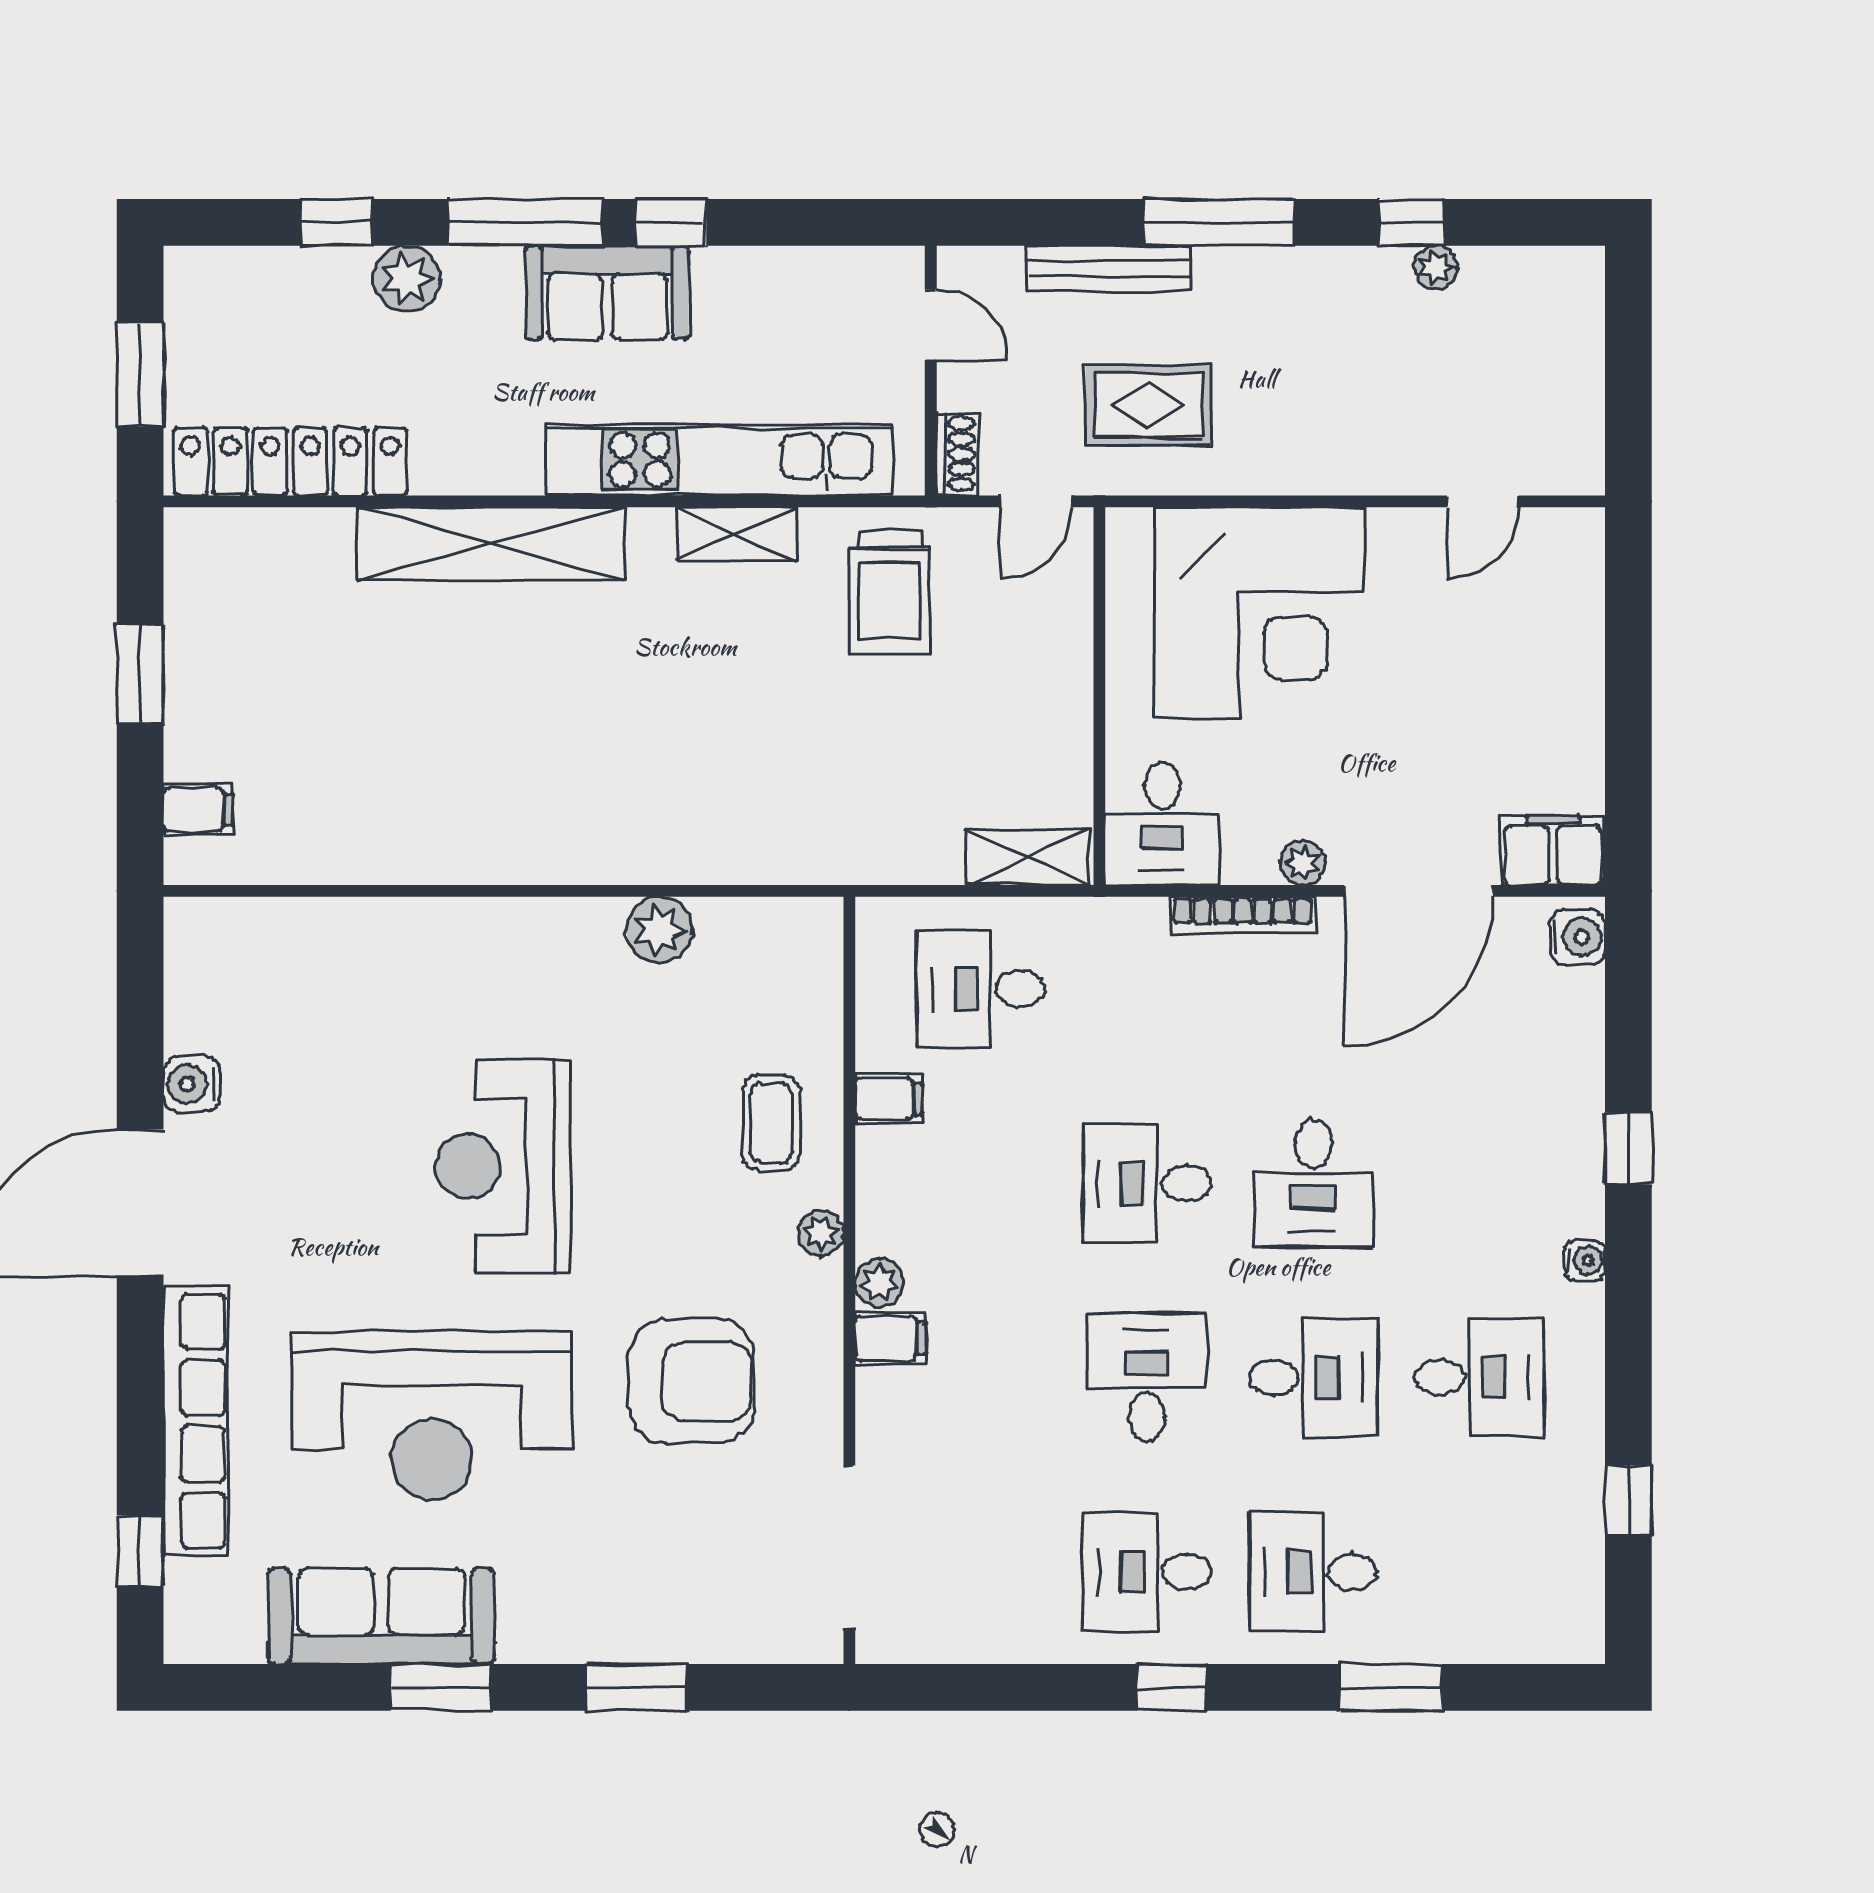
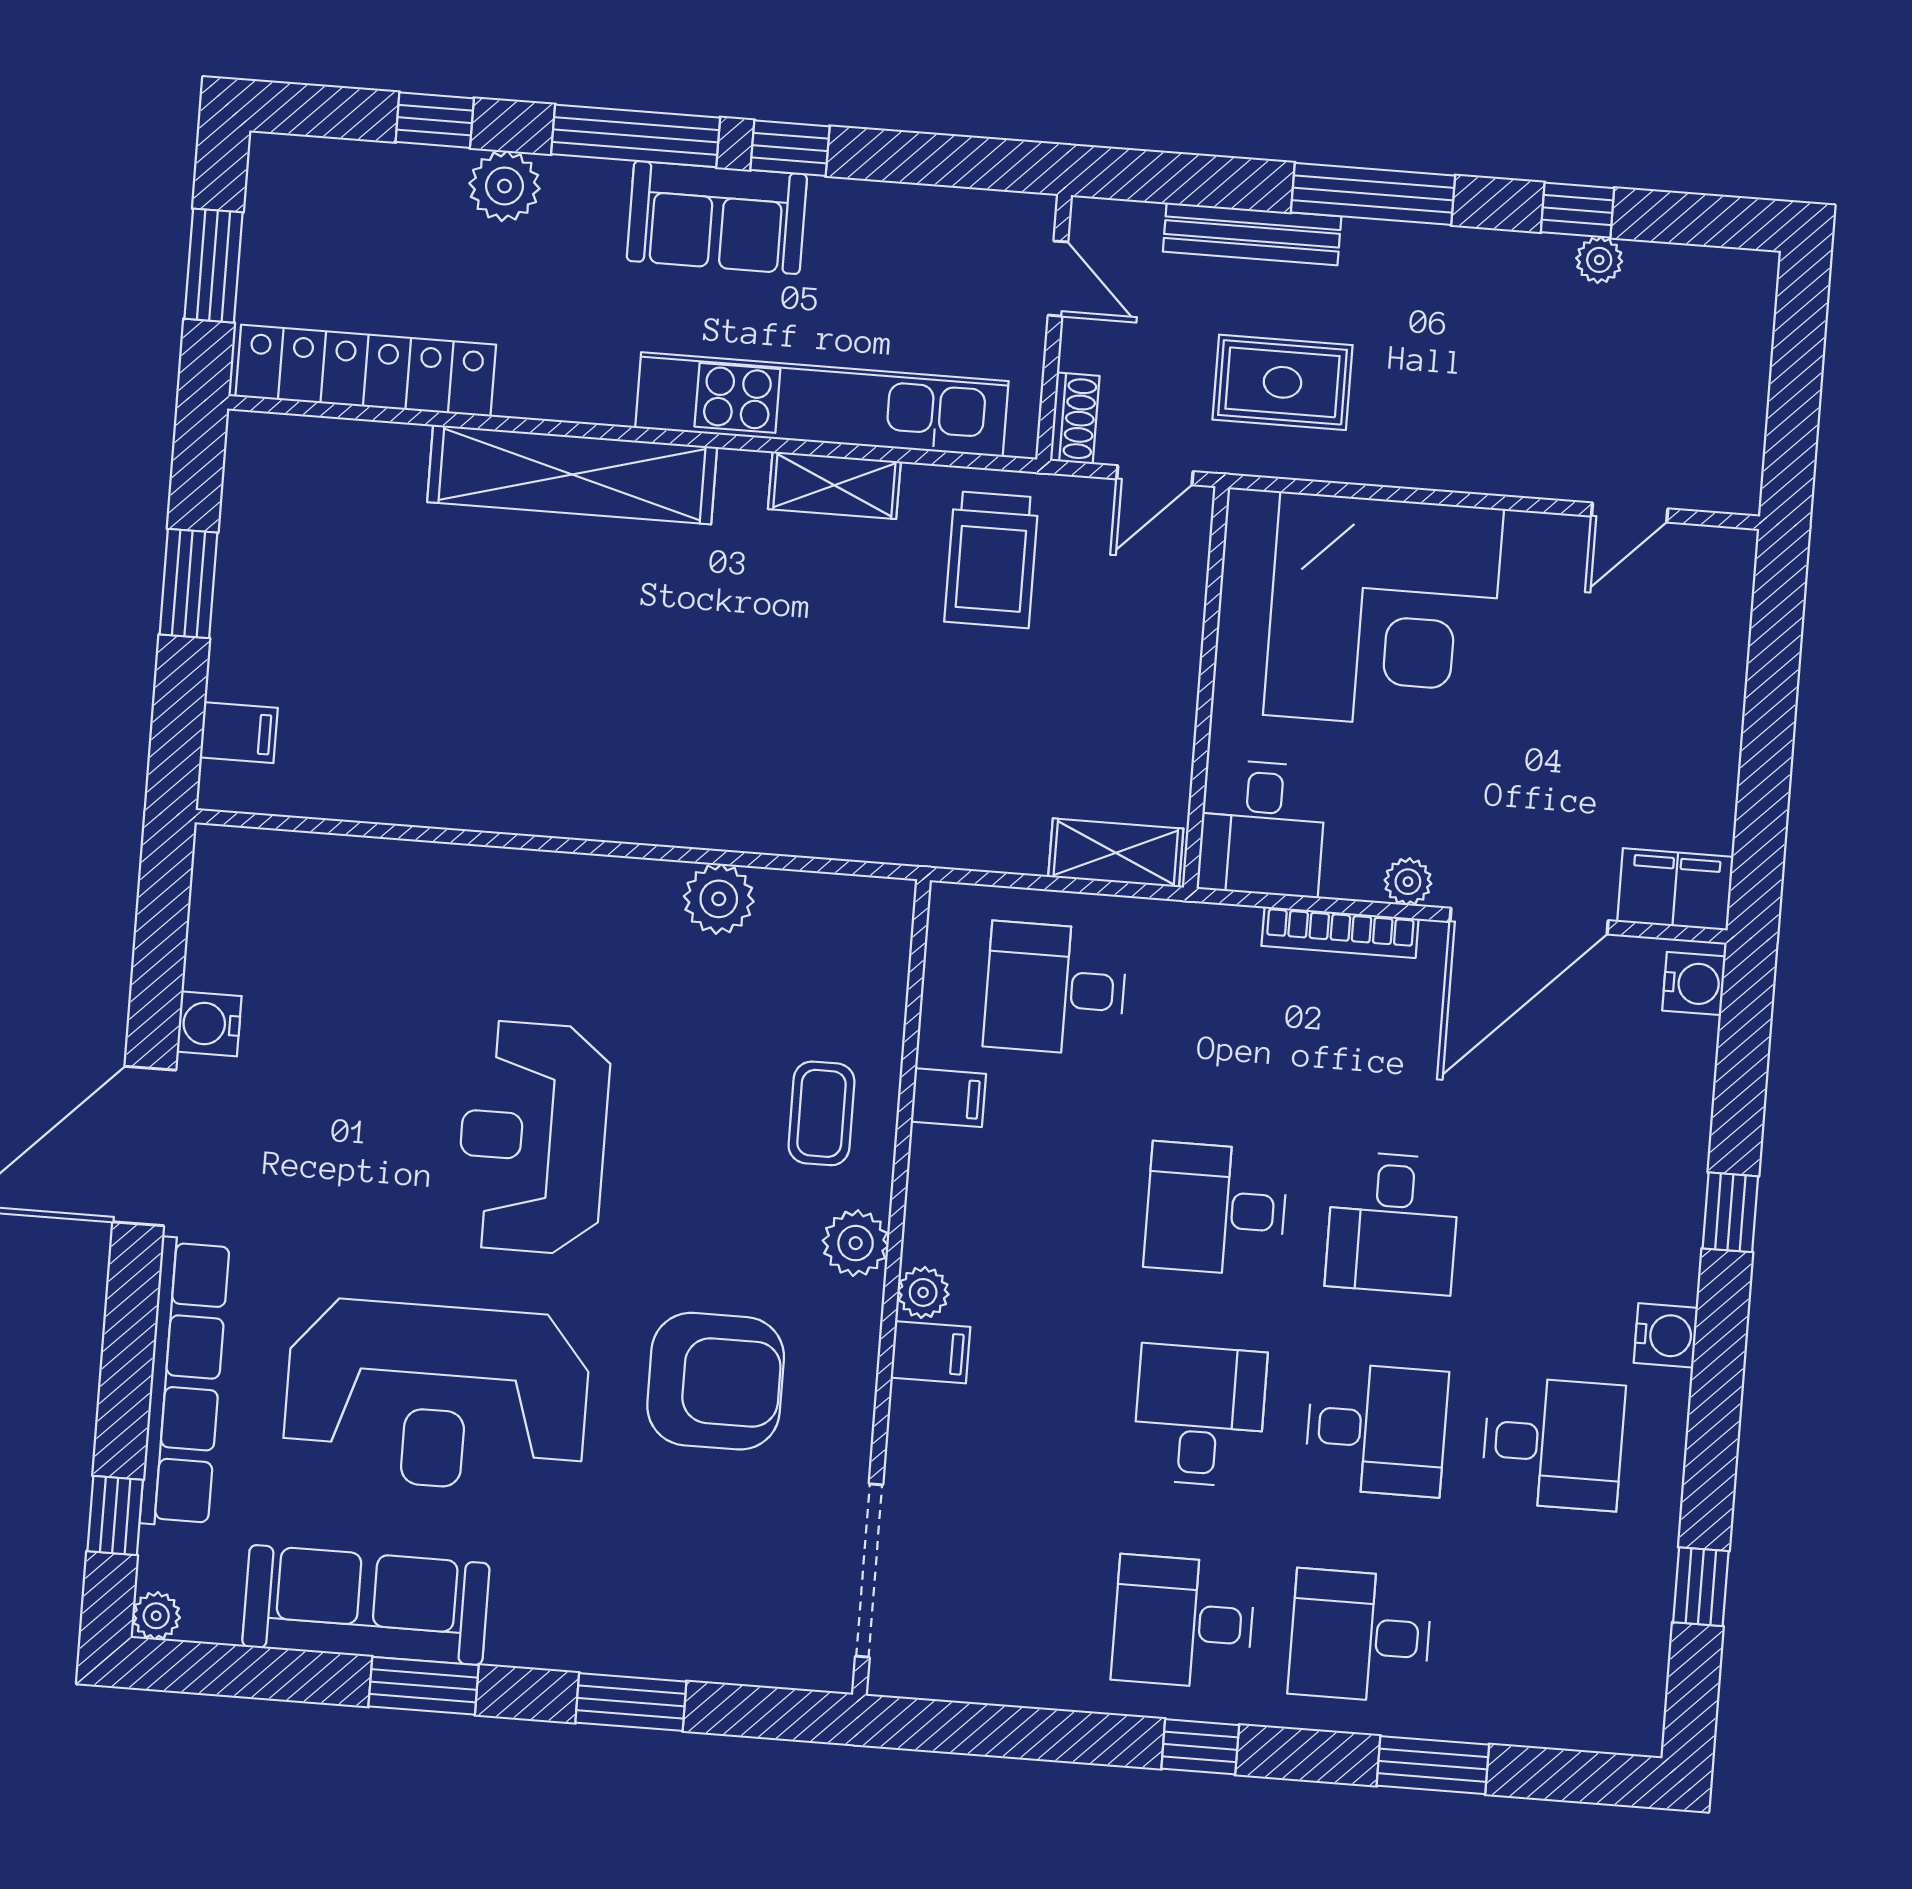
plant: (821, 1233) -> (856, 1243), width x1.38, depth x1.38
water cooler: (1585, 1260) -> (1666, 1335), width x1.38, depth x1.38
plant: (186, 1642) -> (156, 1616), added

